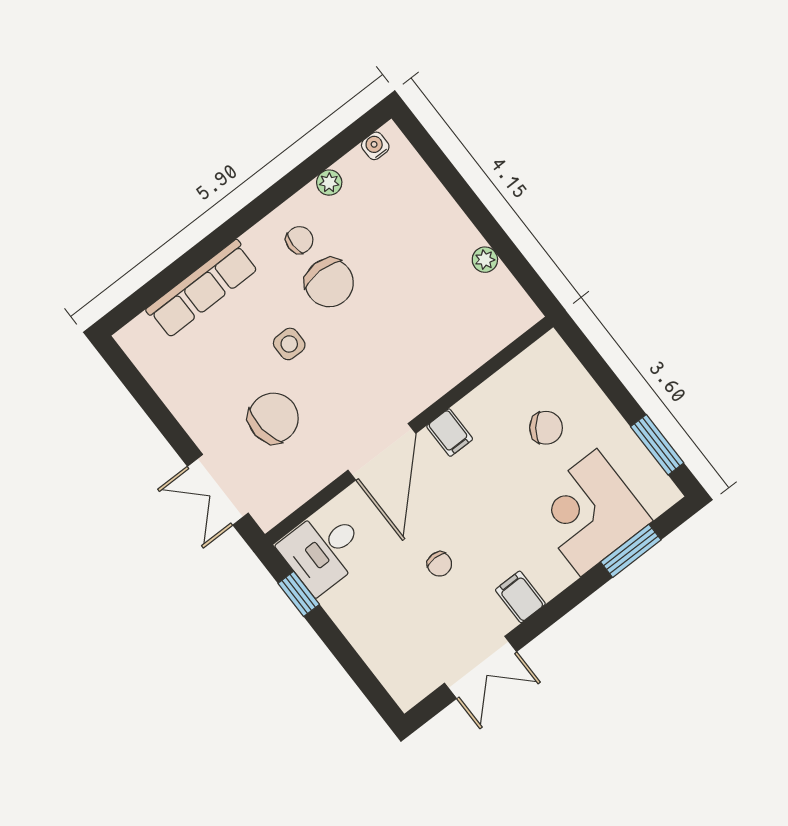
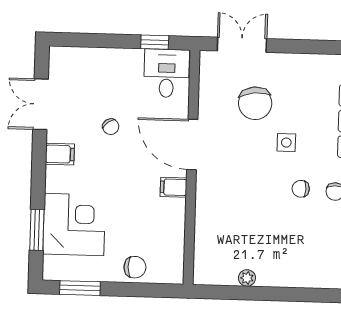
chair: (329, 283) -> (301, 189), width x0.54, depth x0.54
chair: (546, 428) -> (135, 267), moved, turned -128
chair: (439, 564) -> (111, 127), turned -126

